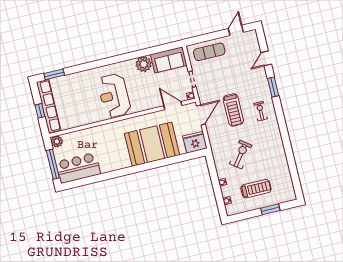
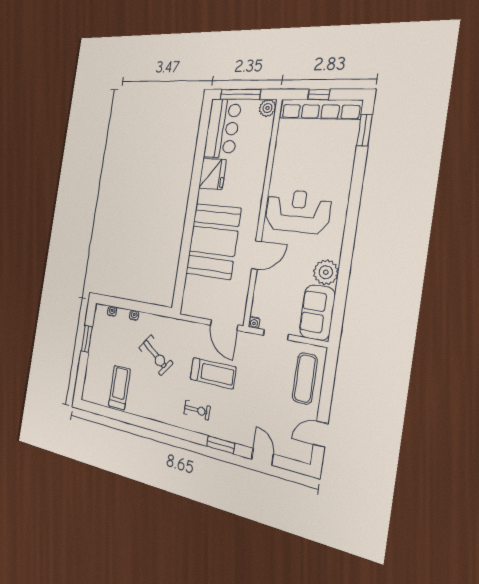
door: (236, 30) -> (321, 434), swing flipped
door: (173, 106) -> (256, 255), moved
treadmill: (233, 110) -> (213, 373), turned 180
fridge: (195, 142) -> (212, 174), moved
treadmill: (256, 189) -> (119, 388), moved, turned 180
window: (270, 209) -> (87, 339), moved

